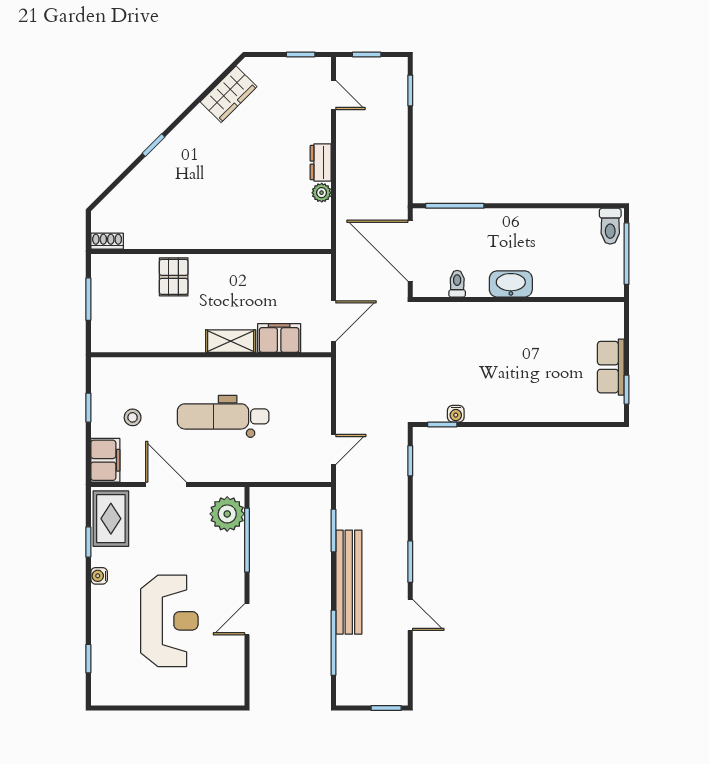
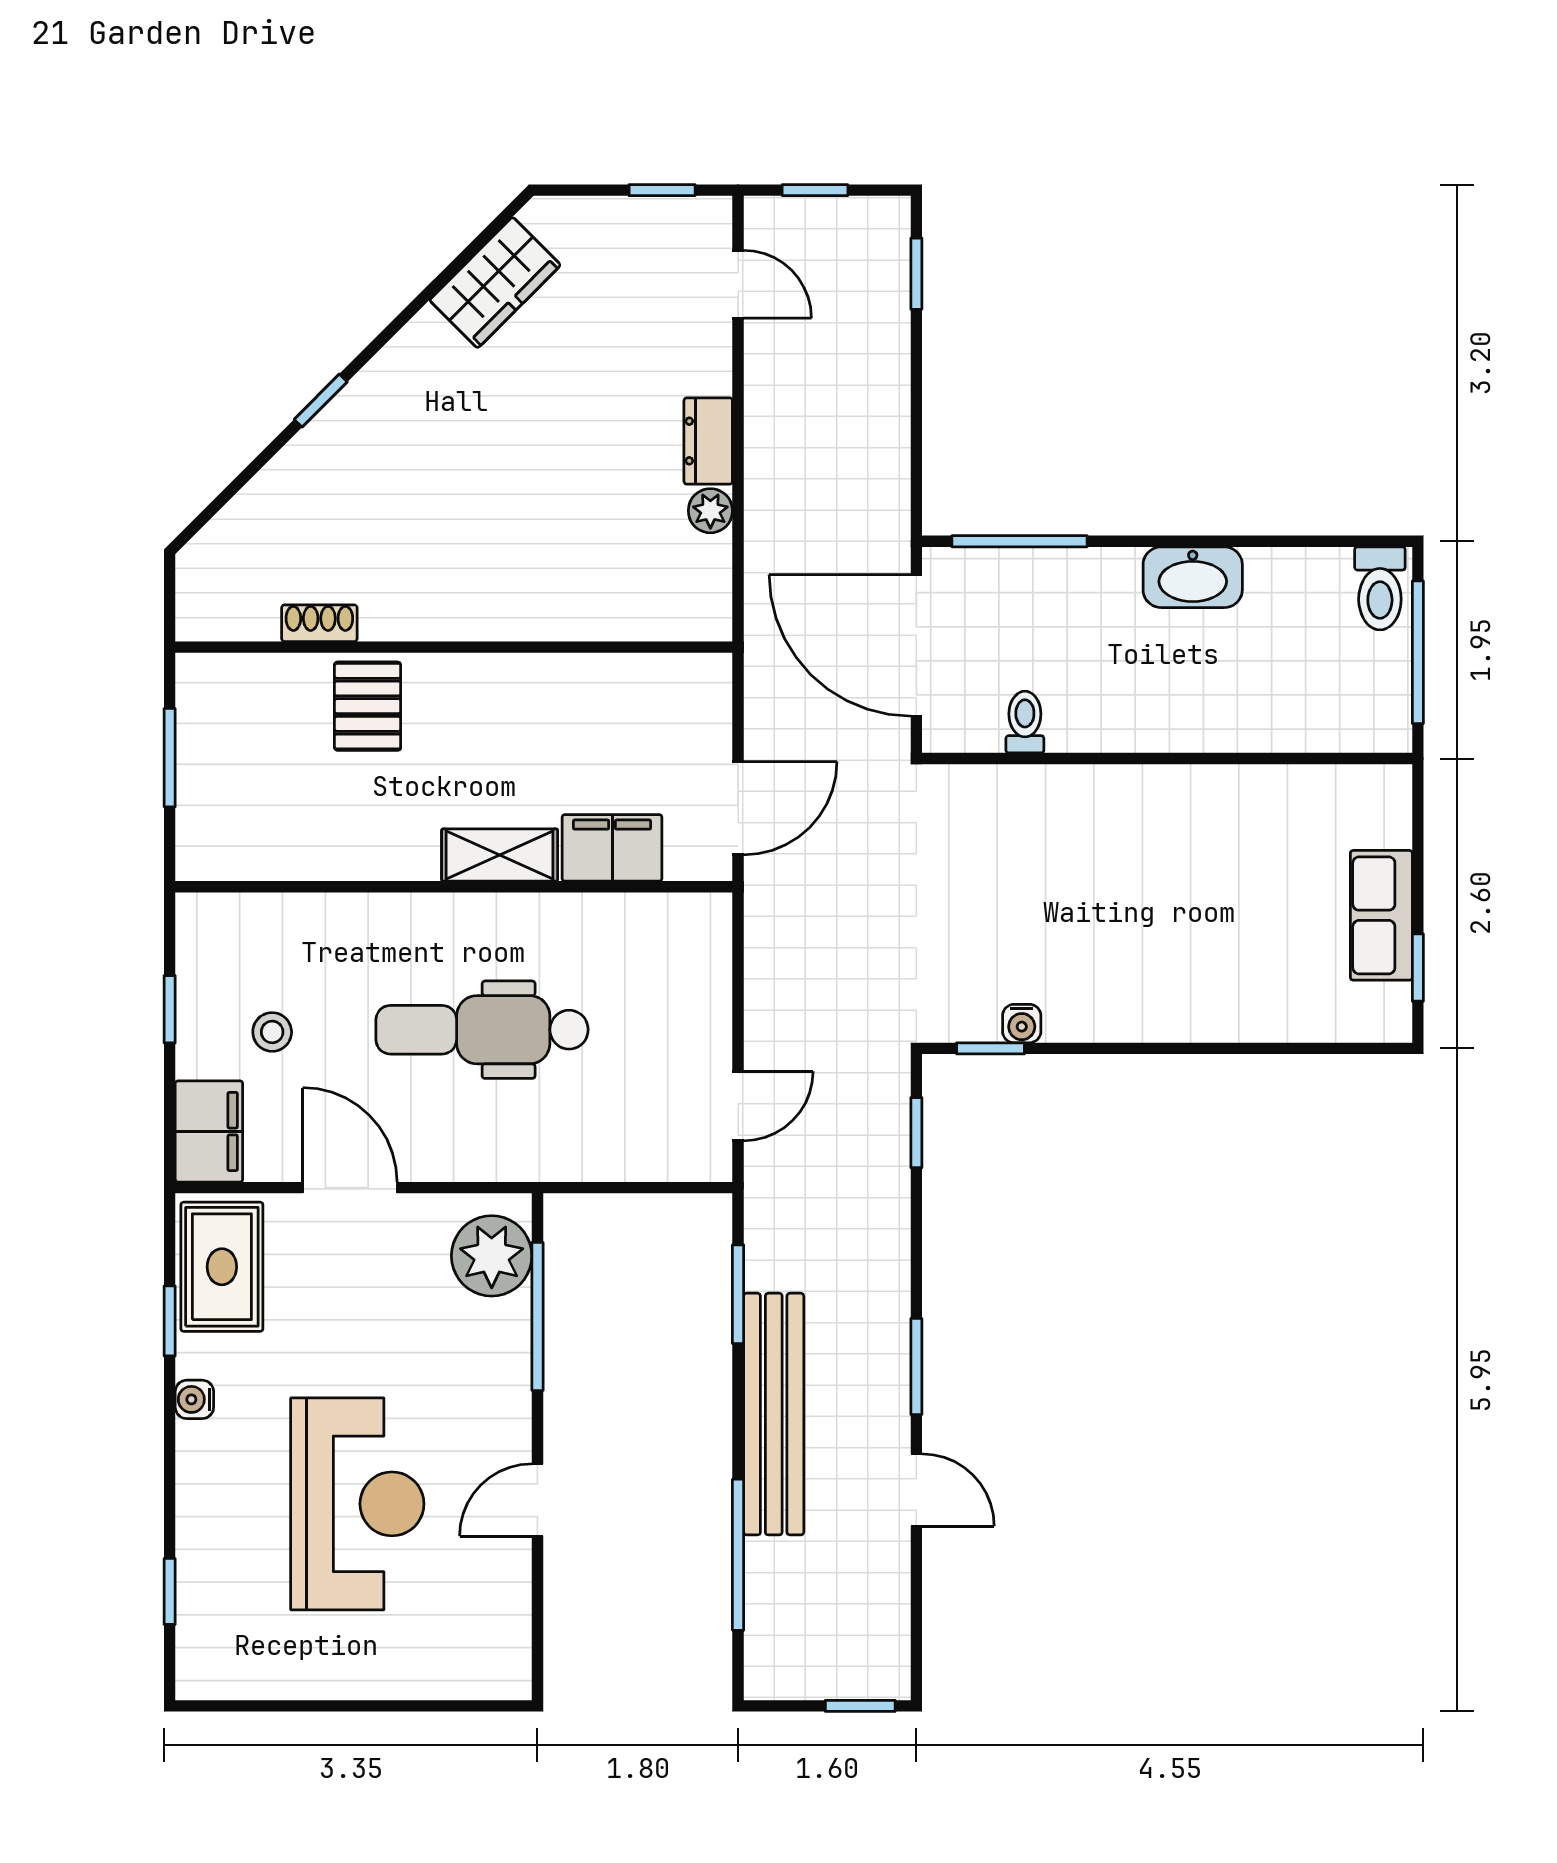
shoe rack: (107, 241) -> (319, 623), moved
washbasin: (511, 284) -> (1193, 577), moved, turned 180

